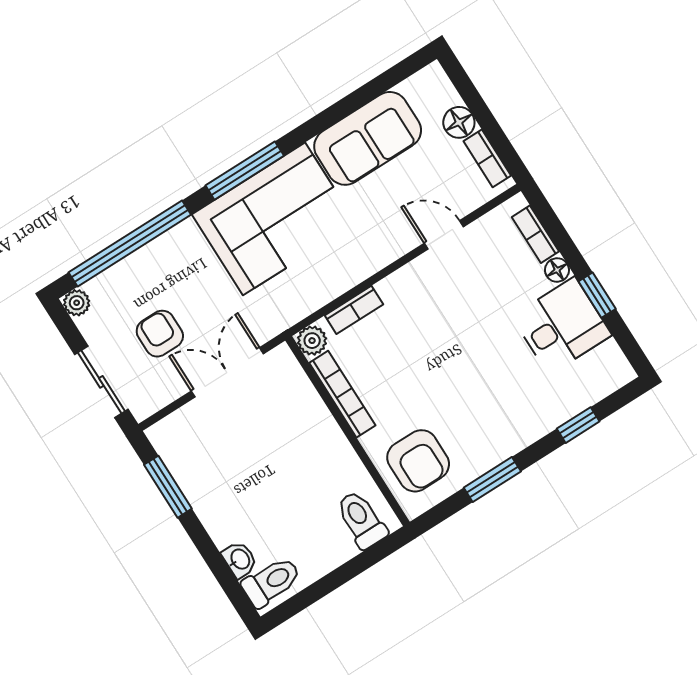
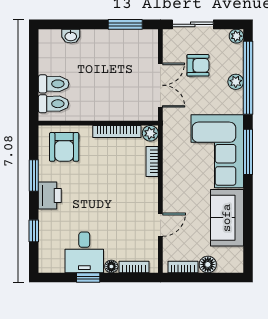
plant: (148, 259) -> (236, 82), added
printer: (507, 435) -> (50, 195), added
armchair: (418, 461) -> (64, 147), turned -90
toilet: (271, 582) -> (54, 84), moved, turned -90

